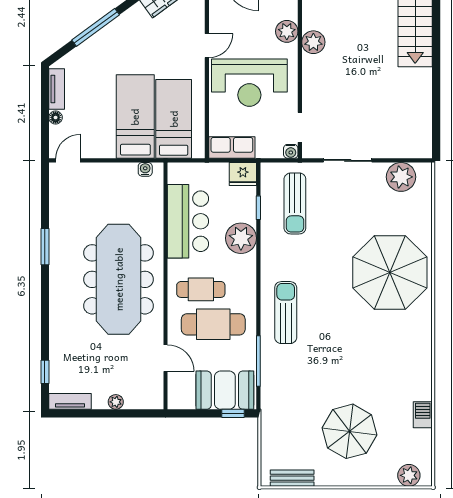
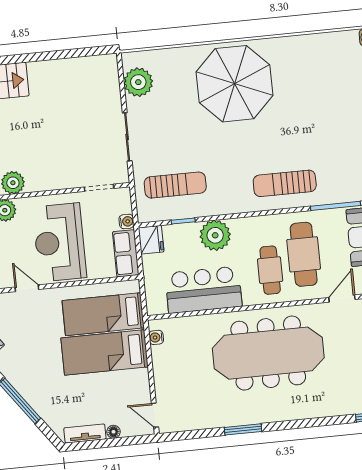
reception desk: (249, 83) -> (59, 242), turned 180
water cooler: (291, 151) -> (126, 221), moved

